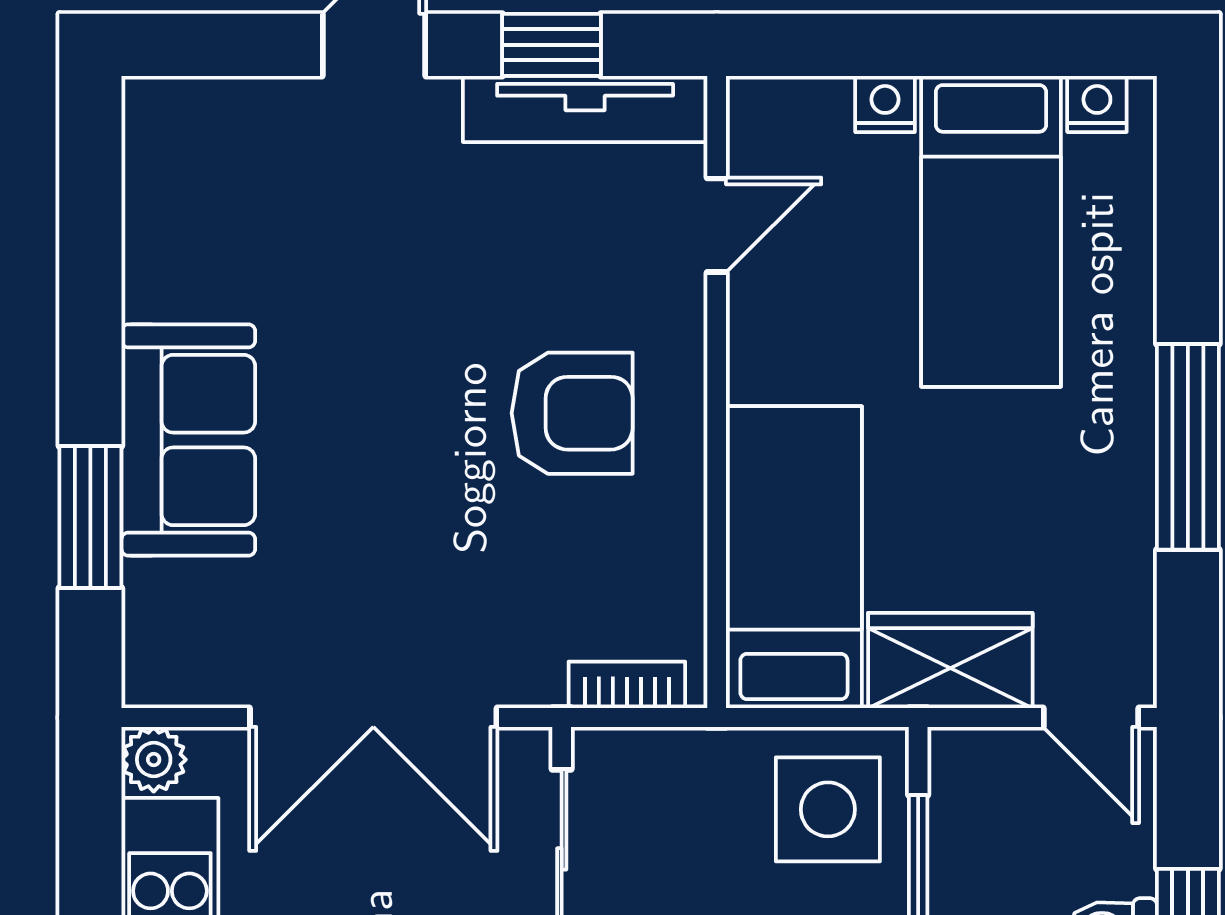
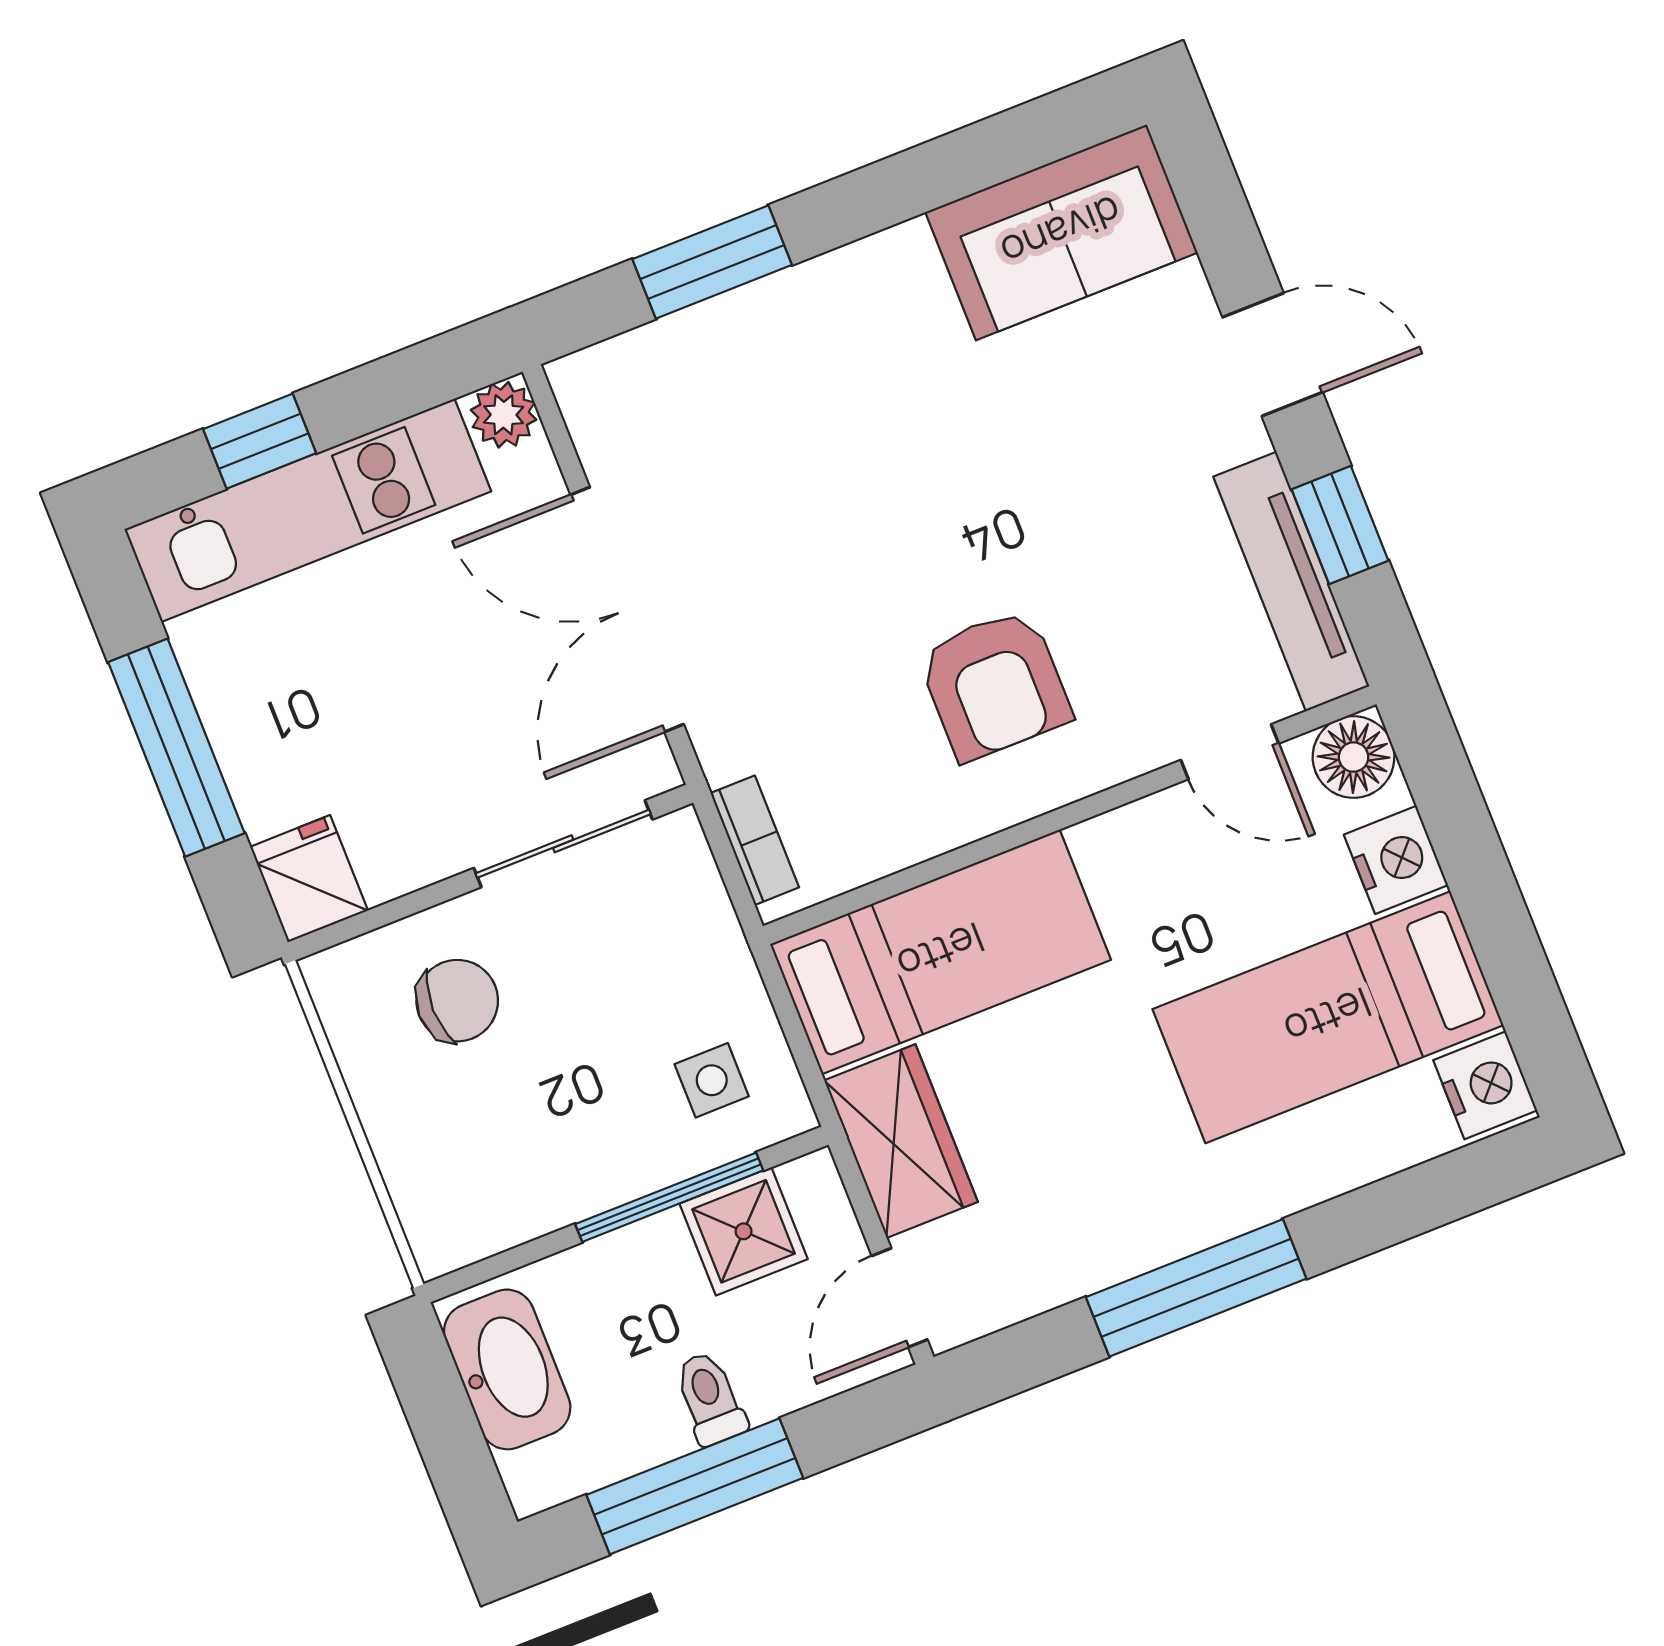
nightstand: (885, 104) -> (1396, 860), width x1.39, depth x1.35
nightstand: (1097, 104) -> (1485, 1085), width x1.39, depth x1.35
floor lamp: (766, 115) -> (1354, 757), added
sofa: (188, 440) -> (1061, 232), moved
side table: (828, 809) -> (712, 1080), width x0.54, depth x0.54
shower: (975, 835) -> (744, 1231), added

